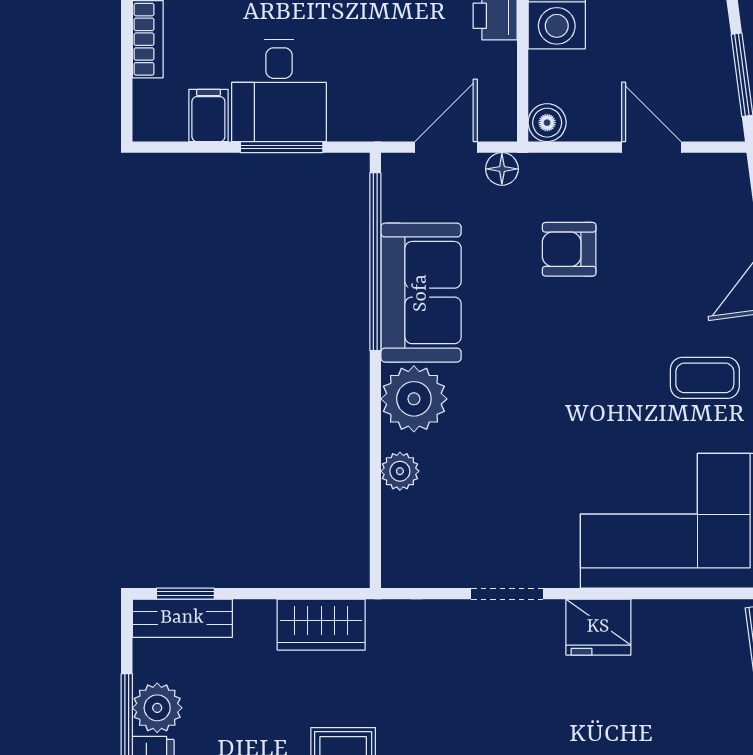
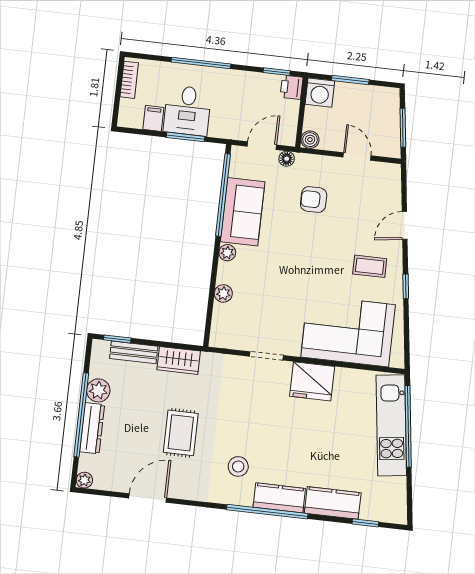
plant: (414, 399) -> (227, 253), width x0.53, depth x0.53
bench: (182, 618) -> (134, 352), moved
fridge: (598, 627) -> (312, 381), width x1.36, depth x1.34

